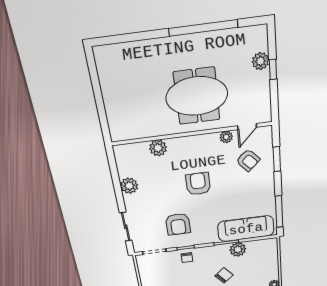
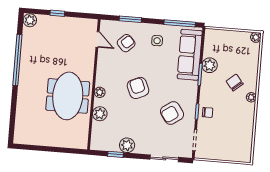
plant: (260, 61) -> (30, 20), moved
meeting table: (197, 96) -> (68, 96), moved
plant: (226, 137) -> (100, 92), moved
window: (115, 175) -> (115, 154), added
armchair: (198, 184) -> (138, 88), turned 66
side table: (256, 193) -> (157, 41), added
armchair: (178, 224) -> (172, 113), turned 145

